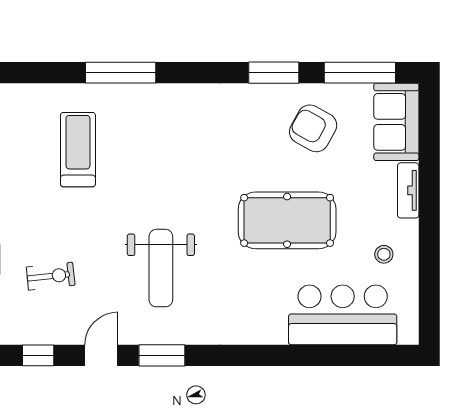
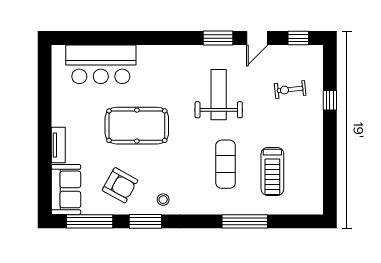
exercise mat: (150, 161) -> (226, 164), added
stool: (384, 254) -> (163, 200), moved

